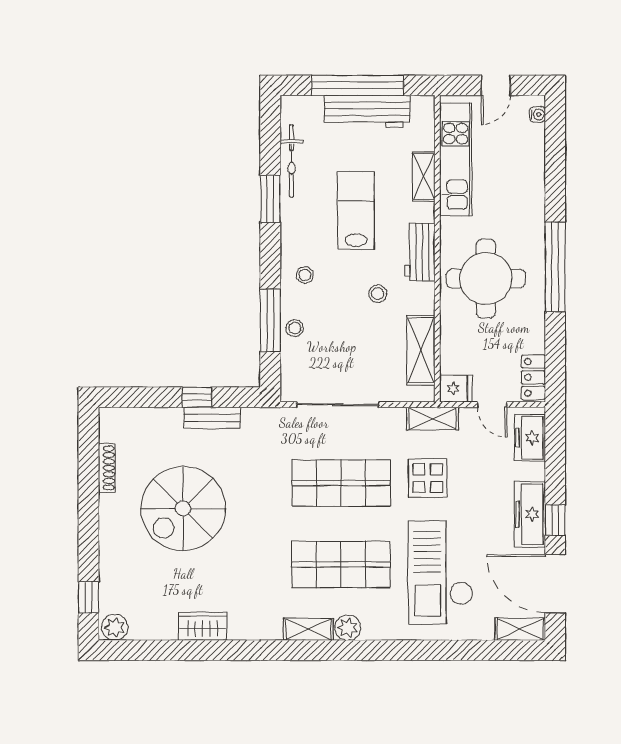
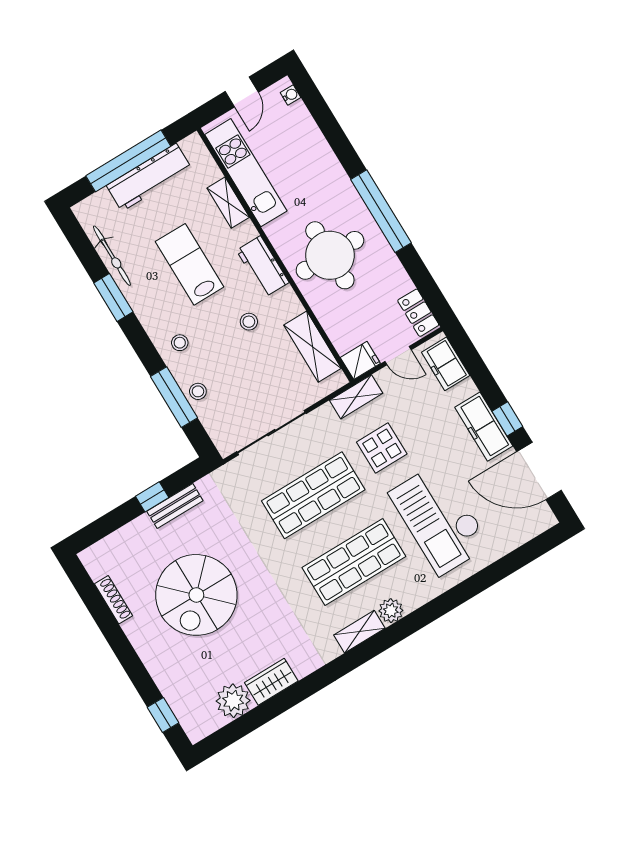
plant: (115, 627) -> (233, 701), moved, width x1.36, depth x1.36
shelving: (520, 629) -> (533, 526), removed

